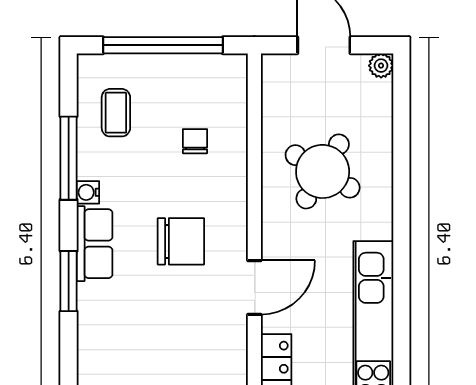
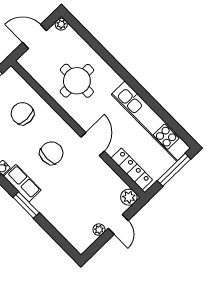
chair: (195, 141) -> (22, 114), width x1.87, depth x1.87
round table: (323, 171) -> (77, 81), turned -31

